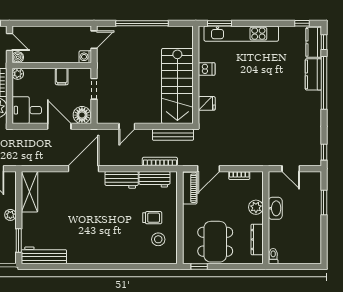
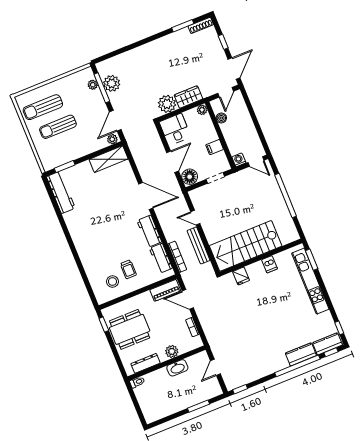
boiler: (18, 57) -> (221, 118), moved
bench: (173, 135) -> (199, 245), moved
plant: (10, 215) -> (112, 139), moved

